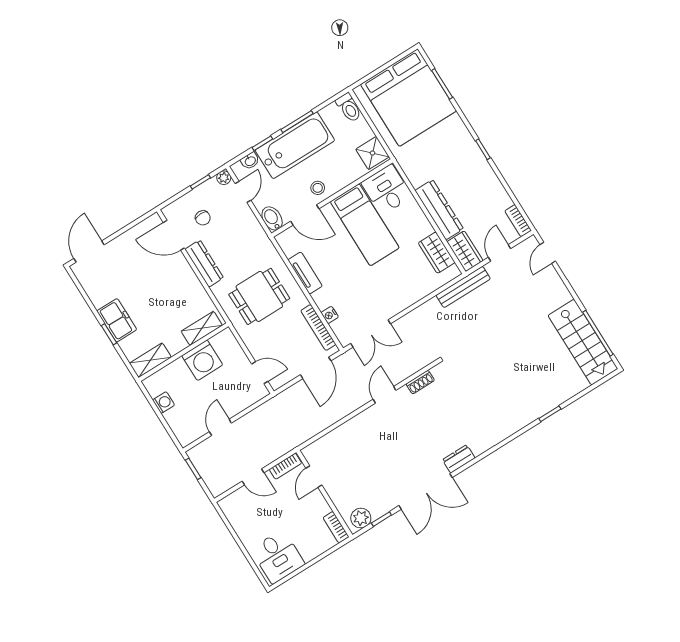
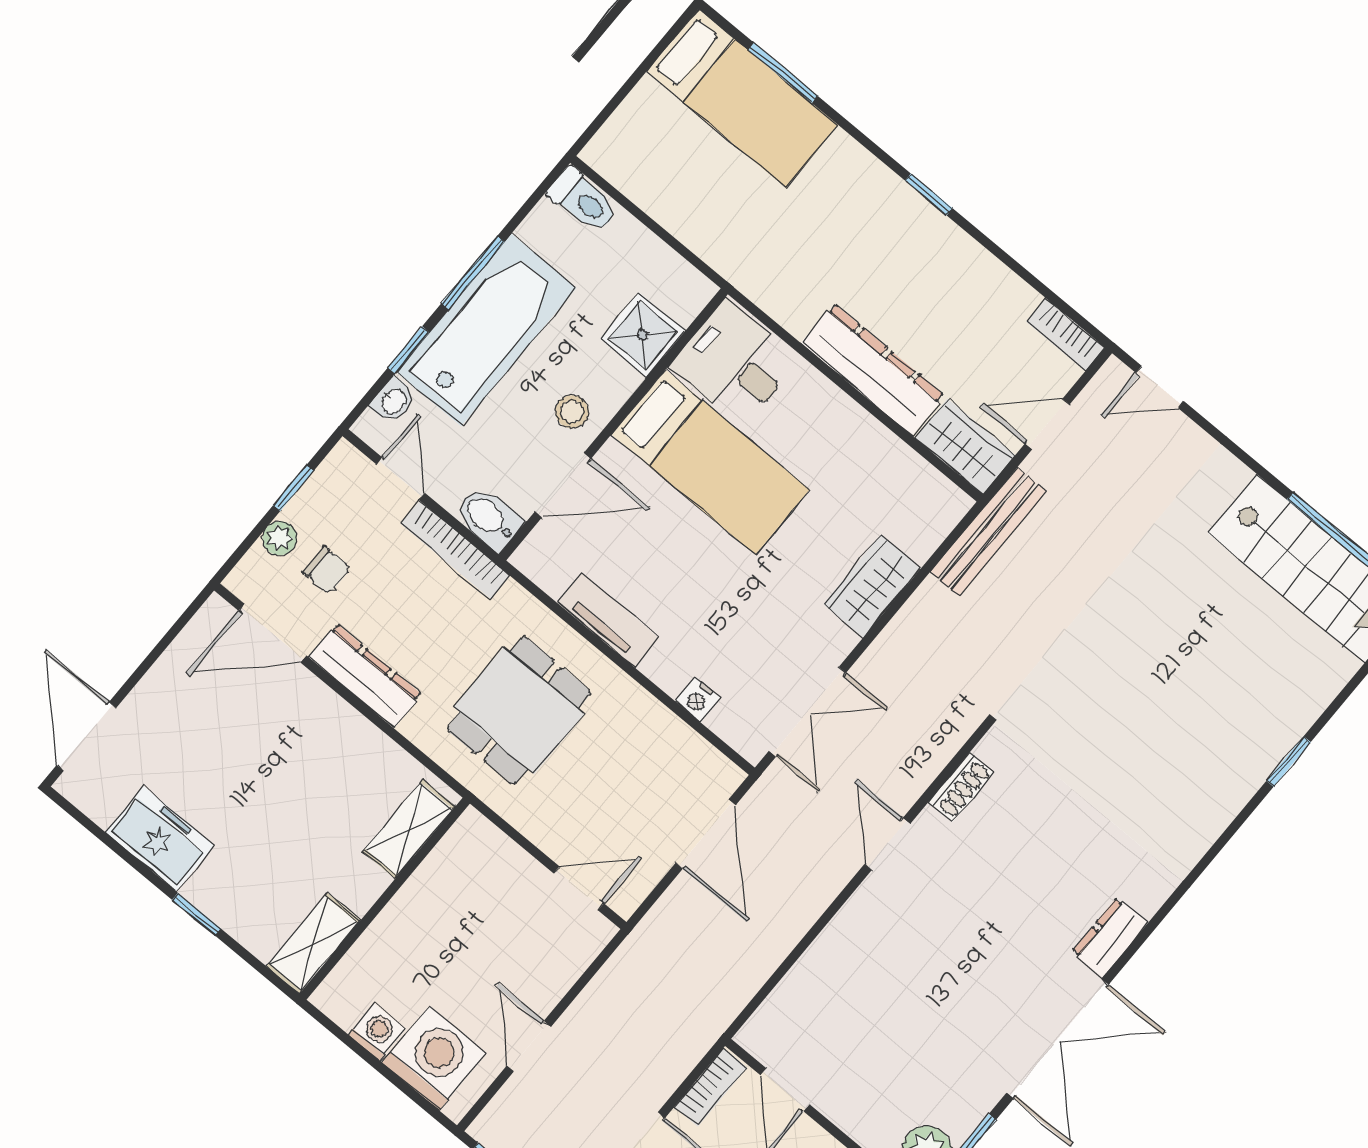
bed: (408, 98) -> (742, 98), width x0.49
shower: (372, 153) -> (643, 335), moved
plant: (224, 178) -> (280, 538), moved
wardrobe: (437, 253) -> (872, 586), moved, turned 90
door: (500, 253) -> (1047, 424), hinge flipped
door: (548, 253) -> (1160, 387), hinge flipped
freezer: (117, 320) -> (160, 839), moved
bookcase: (318, 327) -> (455, 550), moved
washing machine: (202, 360) -> (434, 1058), moved, turned -90

